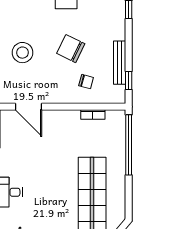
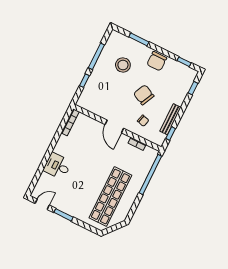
stool: (22, 53) -> (123, 65), moved
door: (29, 107) -> (114, 126), moved

